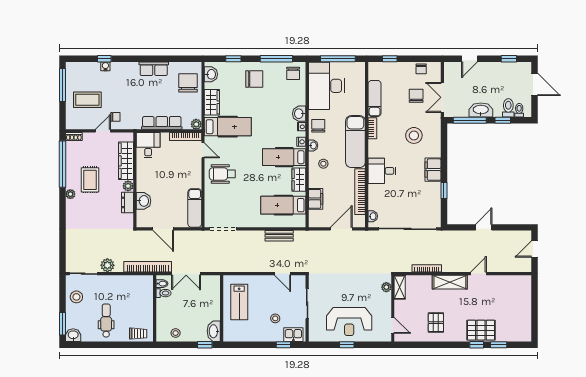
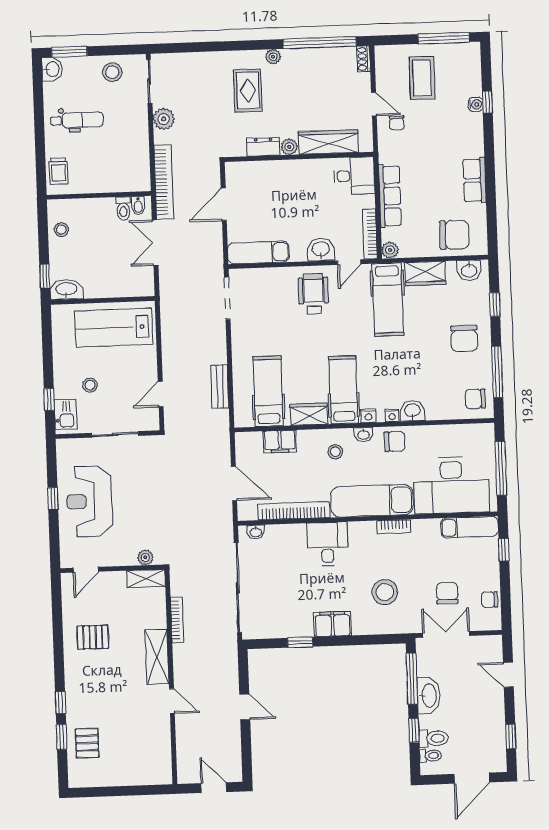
desk: (326, 86) -> (451, 485), moved, turned 180
chair: (416, 96) -> (447, 593), turned -90
exam couch: (375, 98) -> (470, 527), moved
rug: (90, 180) -> (248, 90), moved, turned 90
washbasin: (143, 201) -> (321, 250), moved, turned 180
lab bench: (239, 302) -> (114, 328), width x1.36, depth x1.39
pallet: (481, 330) -> (87, 743), moved, width x0.67, depth x0.71

